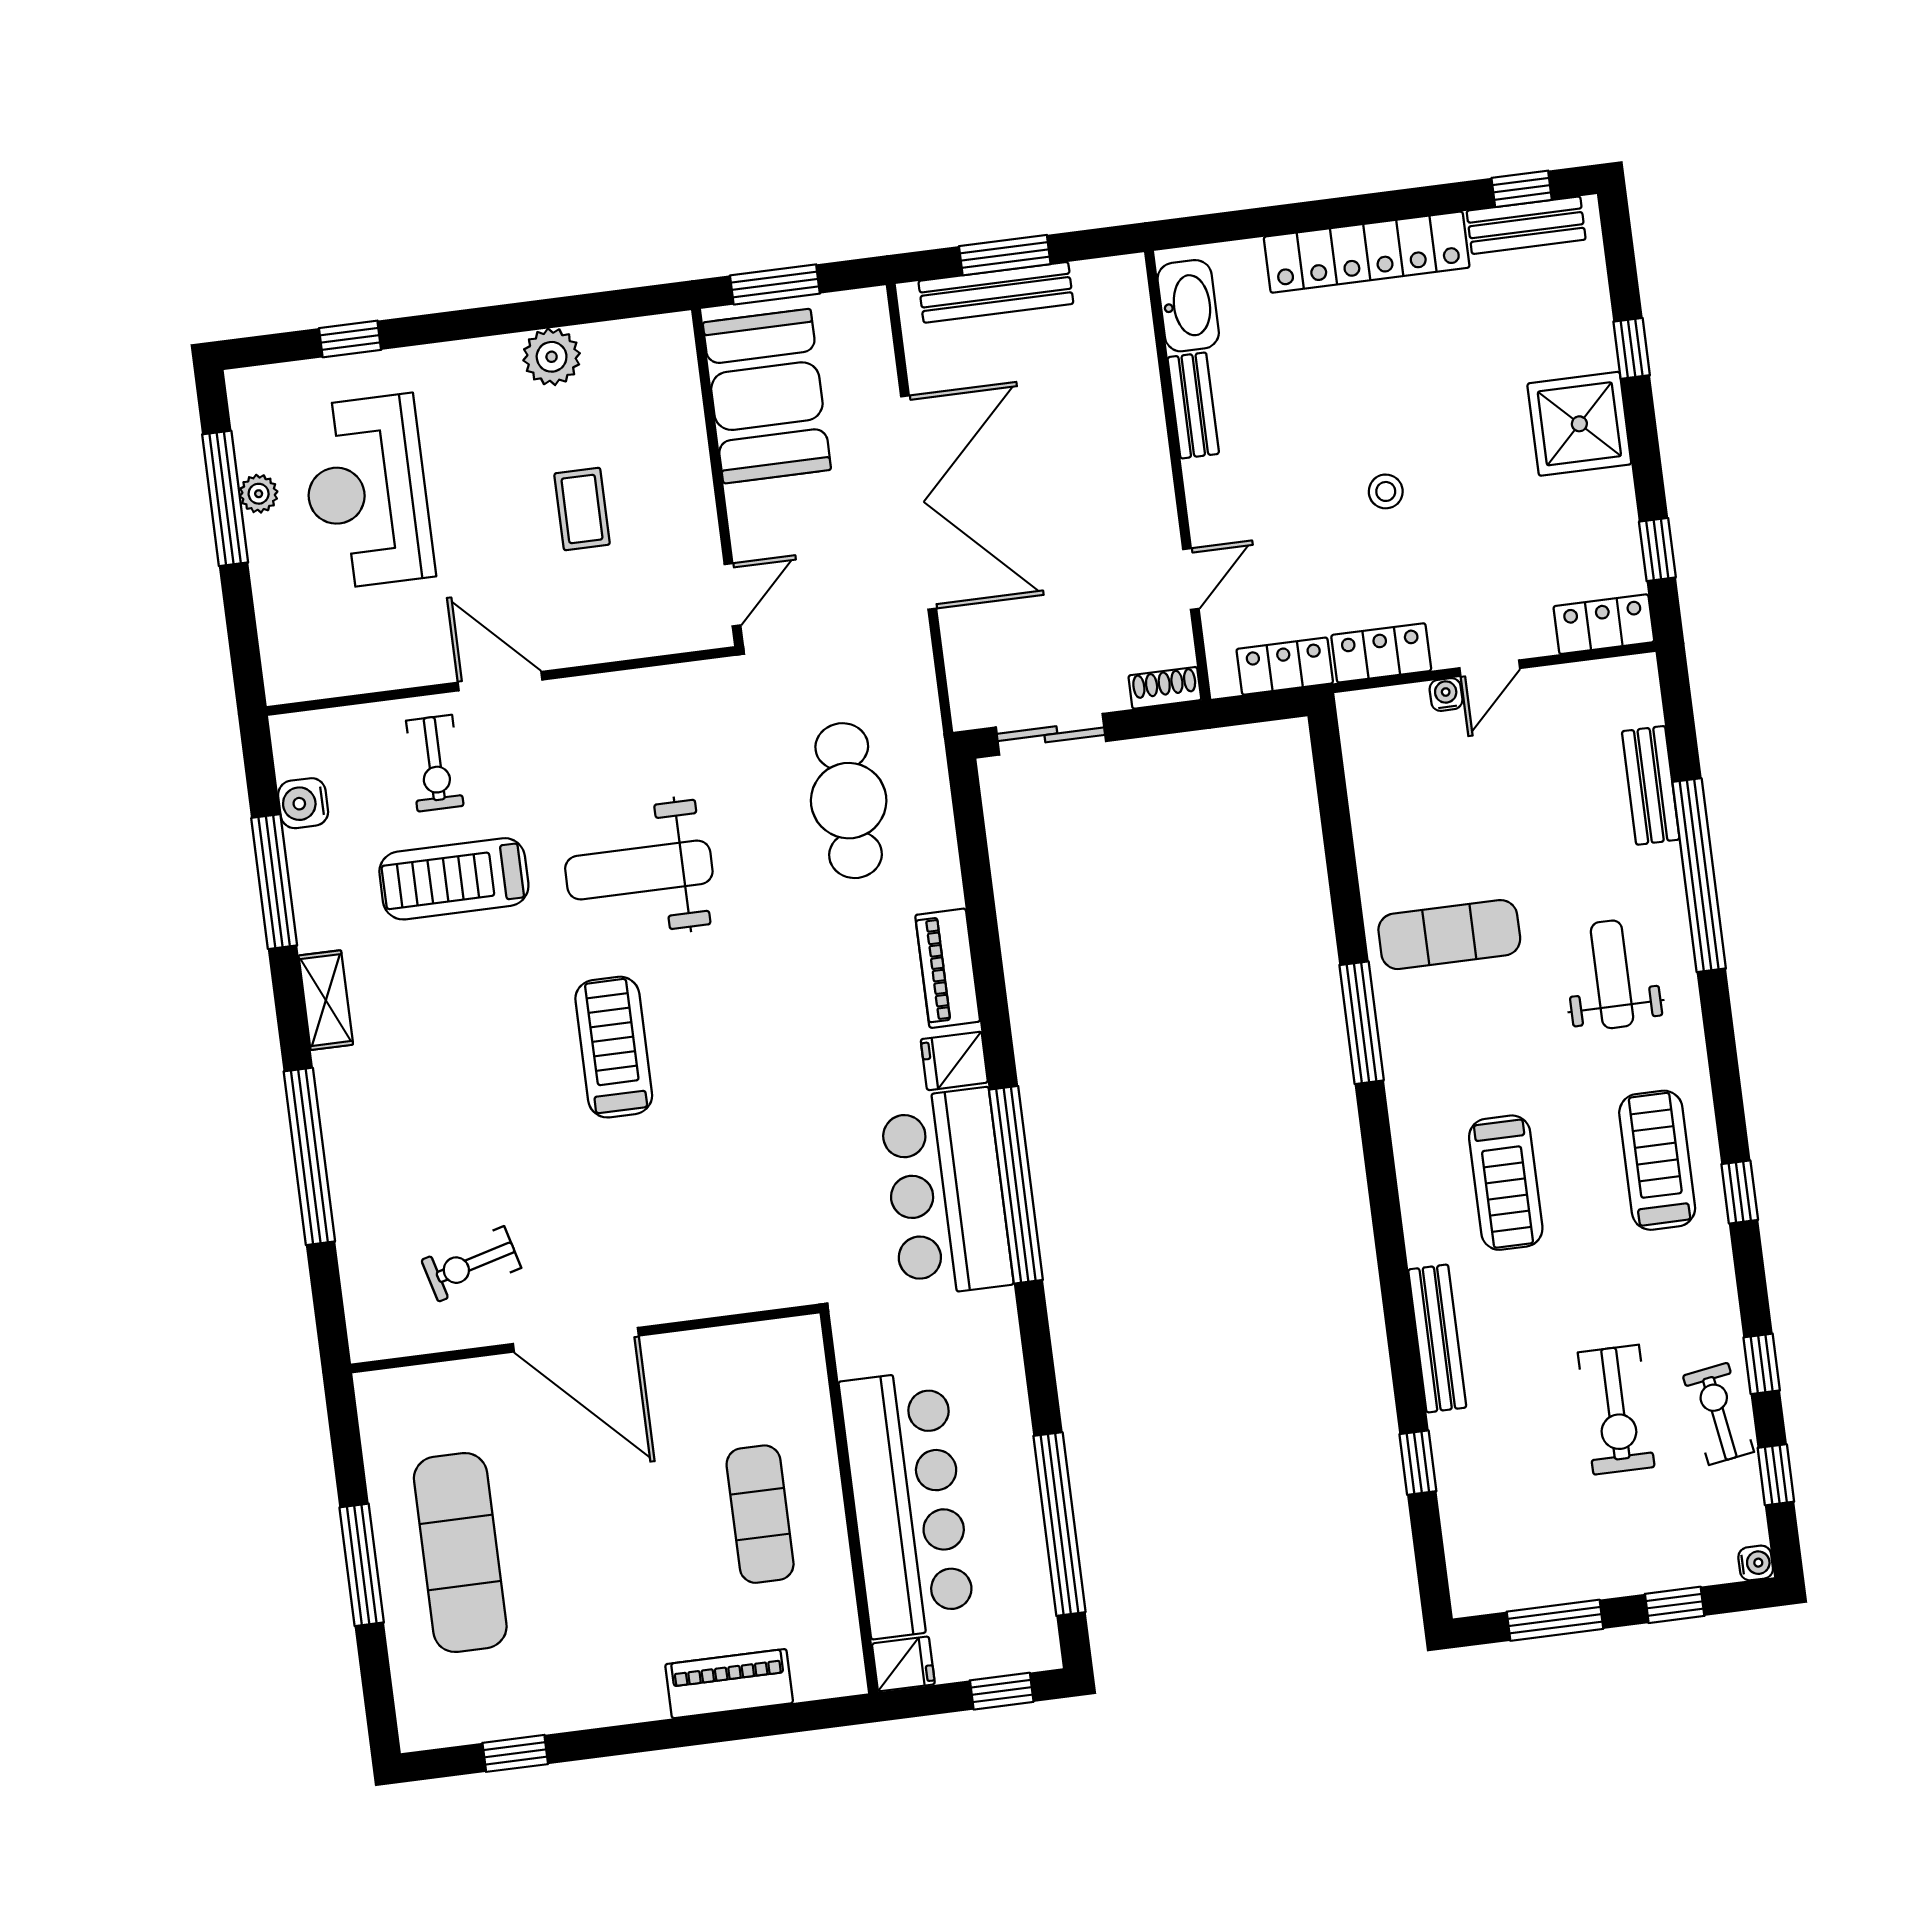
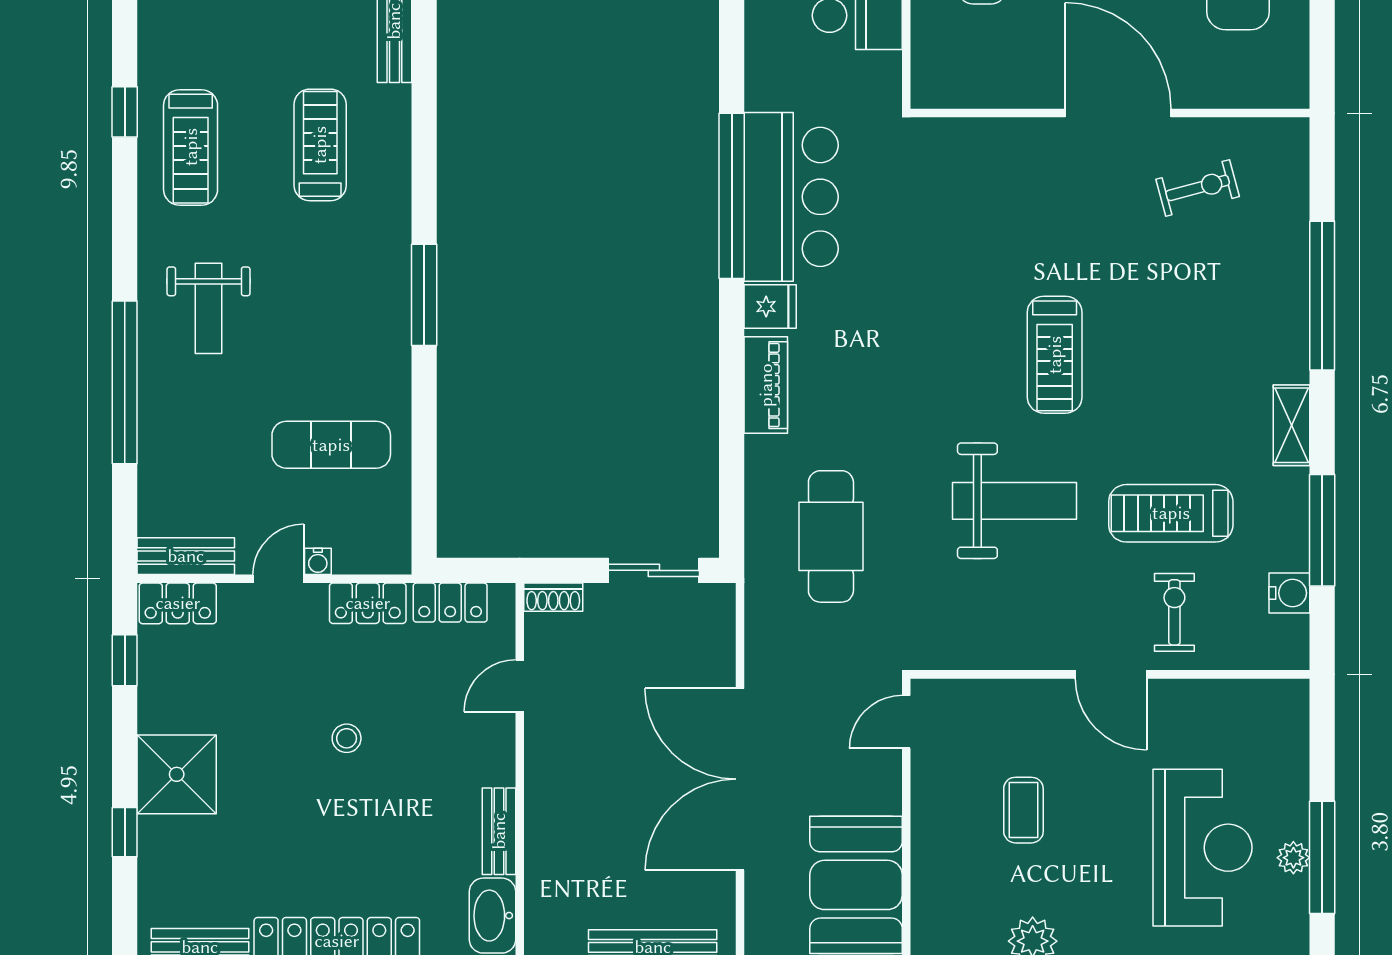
bench: (1651, 785) -> (186, 556), moved, turned 90
treadmill: (454, 879) -> (1171, 513), turned 180
exercise mat: (1449, 935) -> (331, 445), moved

